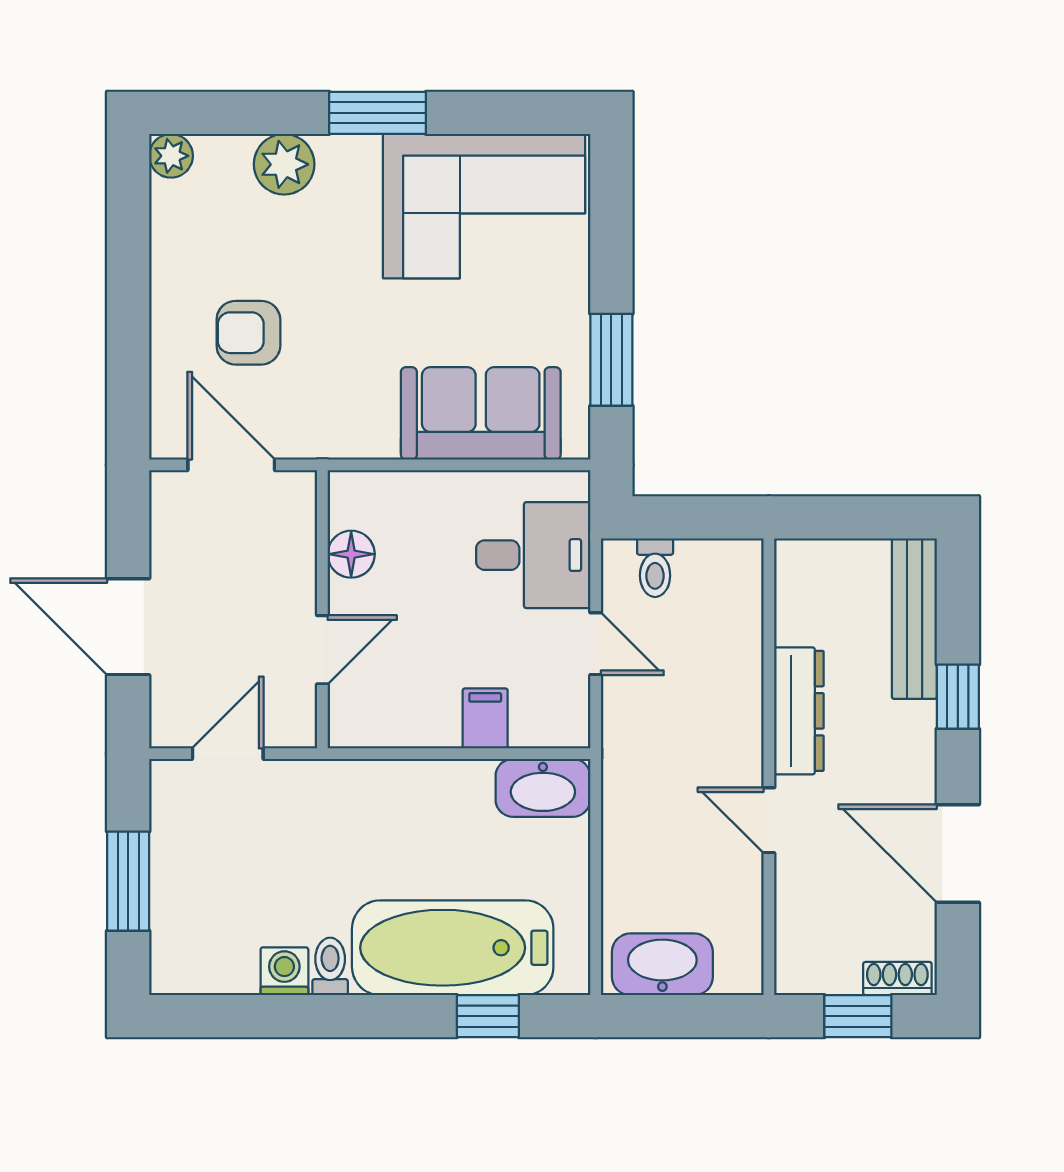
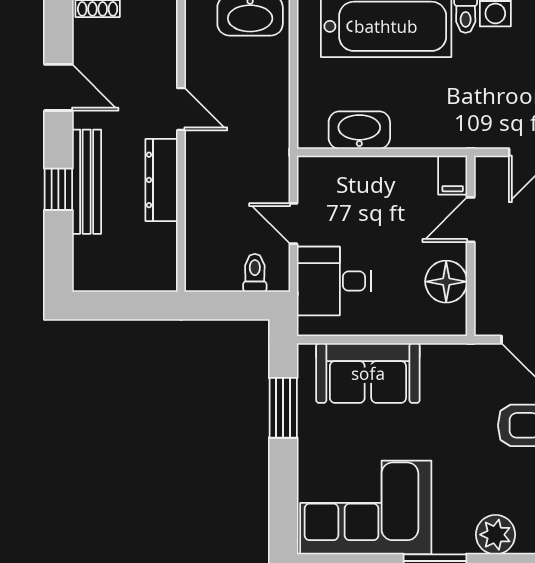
floor lamp: (351, 554) -> (446, 282), width x1.38, depth x1.38
bench: (914, 619) -> (87, 182), moved
filing cabinet: (485, 718) -> (453, 175), moved
washbasin: (543, 788) -> (359, 130), moved
door: (958, 853) -> (58, 87), width x0.73

